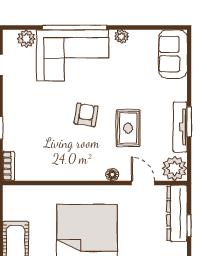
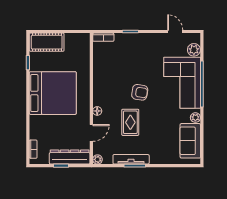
sofa: (173, 54) -> (190, 141), moved, turned -90
rug: (128, 128) -> (130, 122), turned 90
plant: (175, 168) -> (97, 159), width x0.53, depth x0.53

